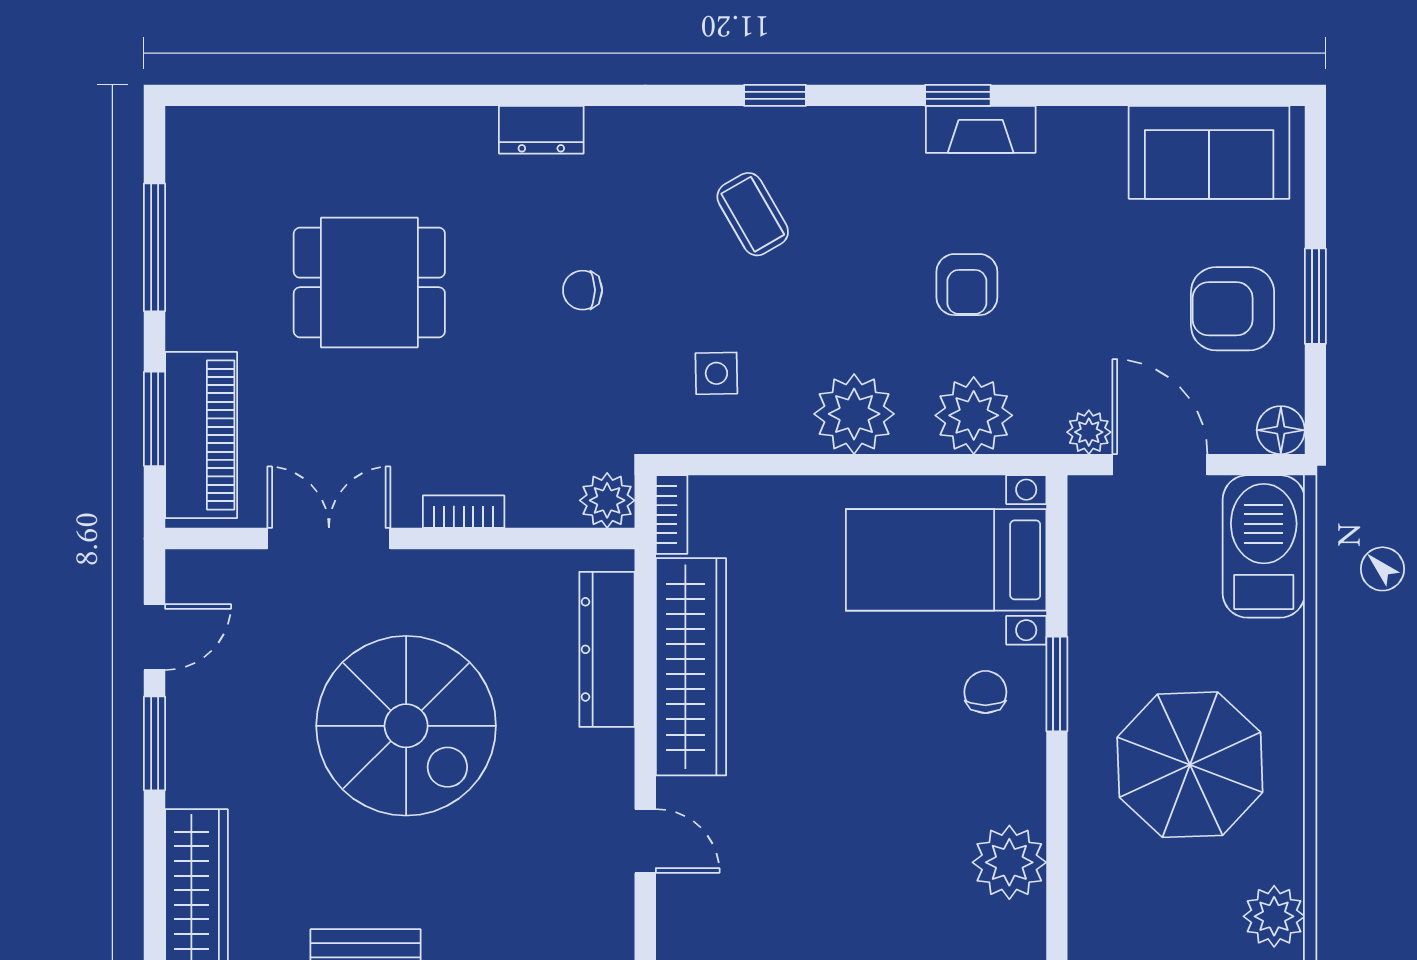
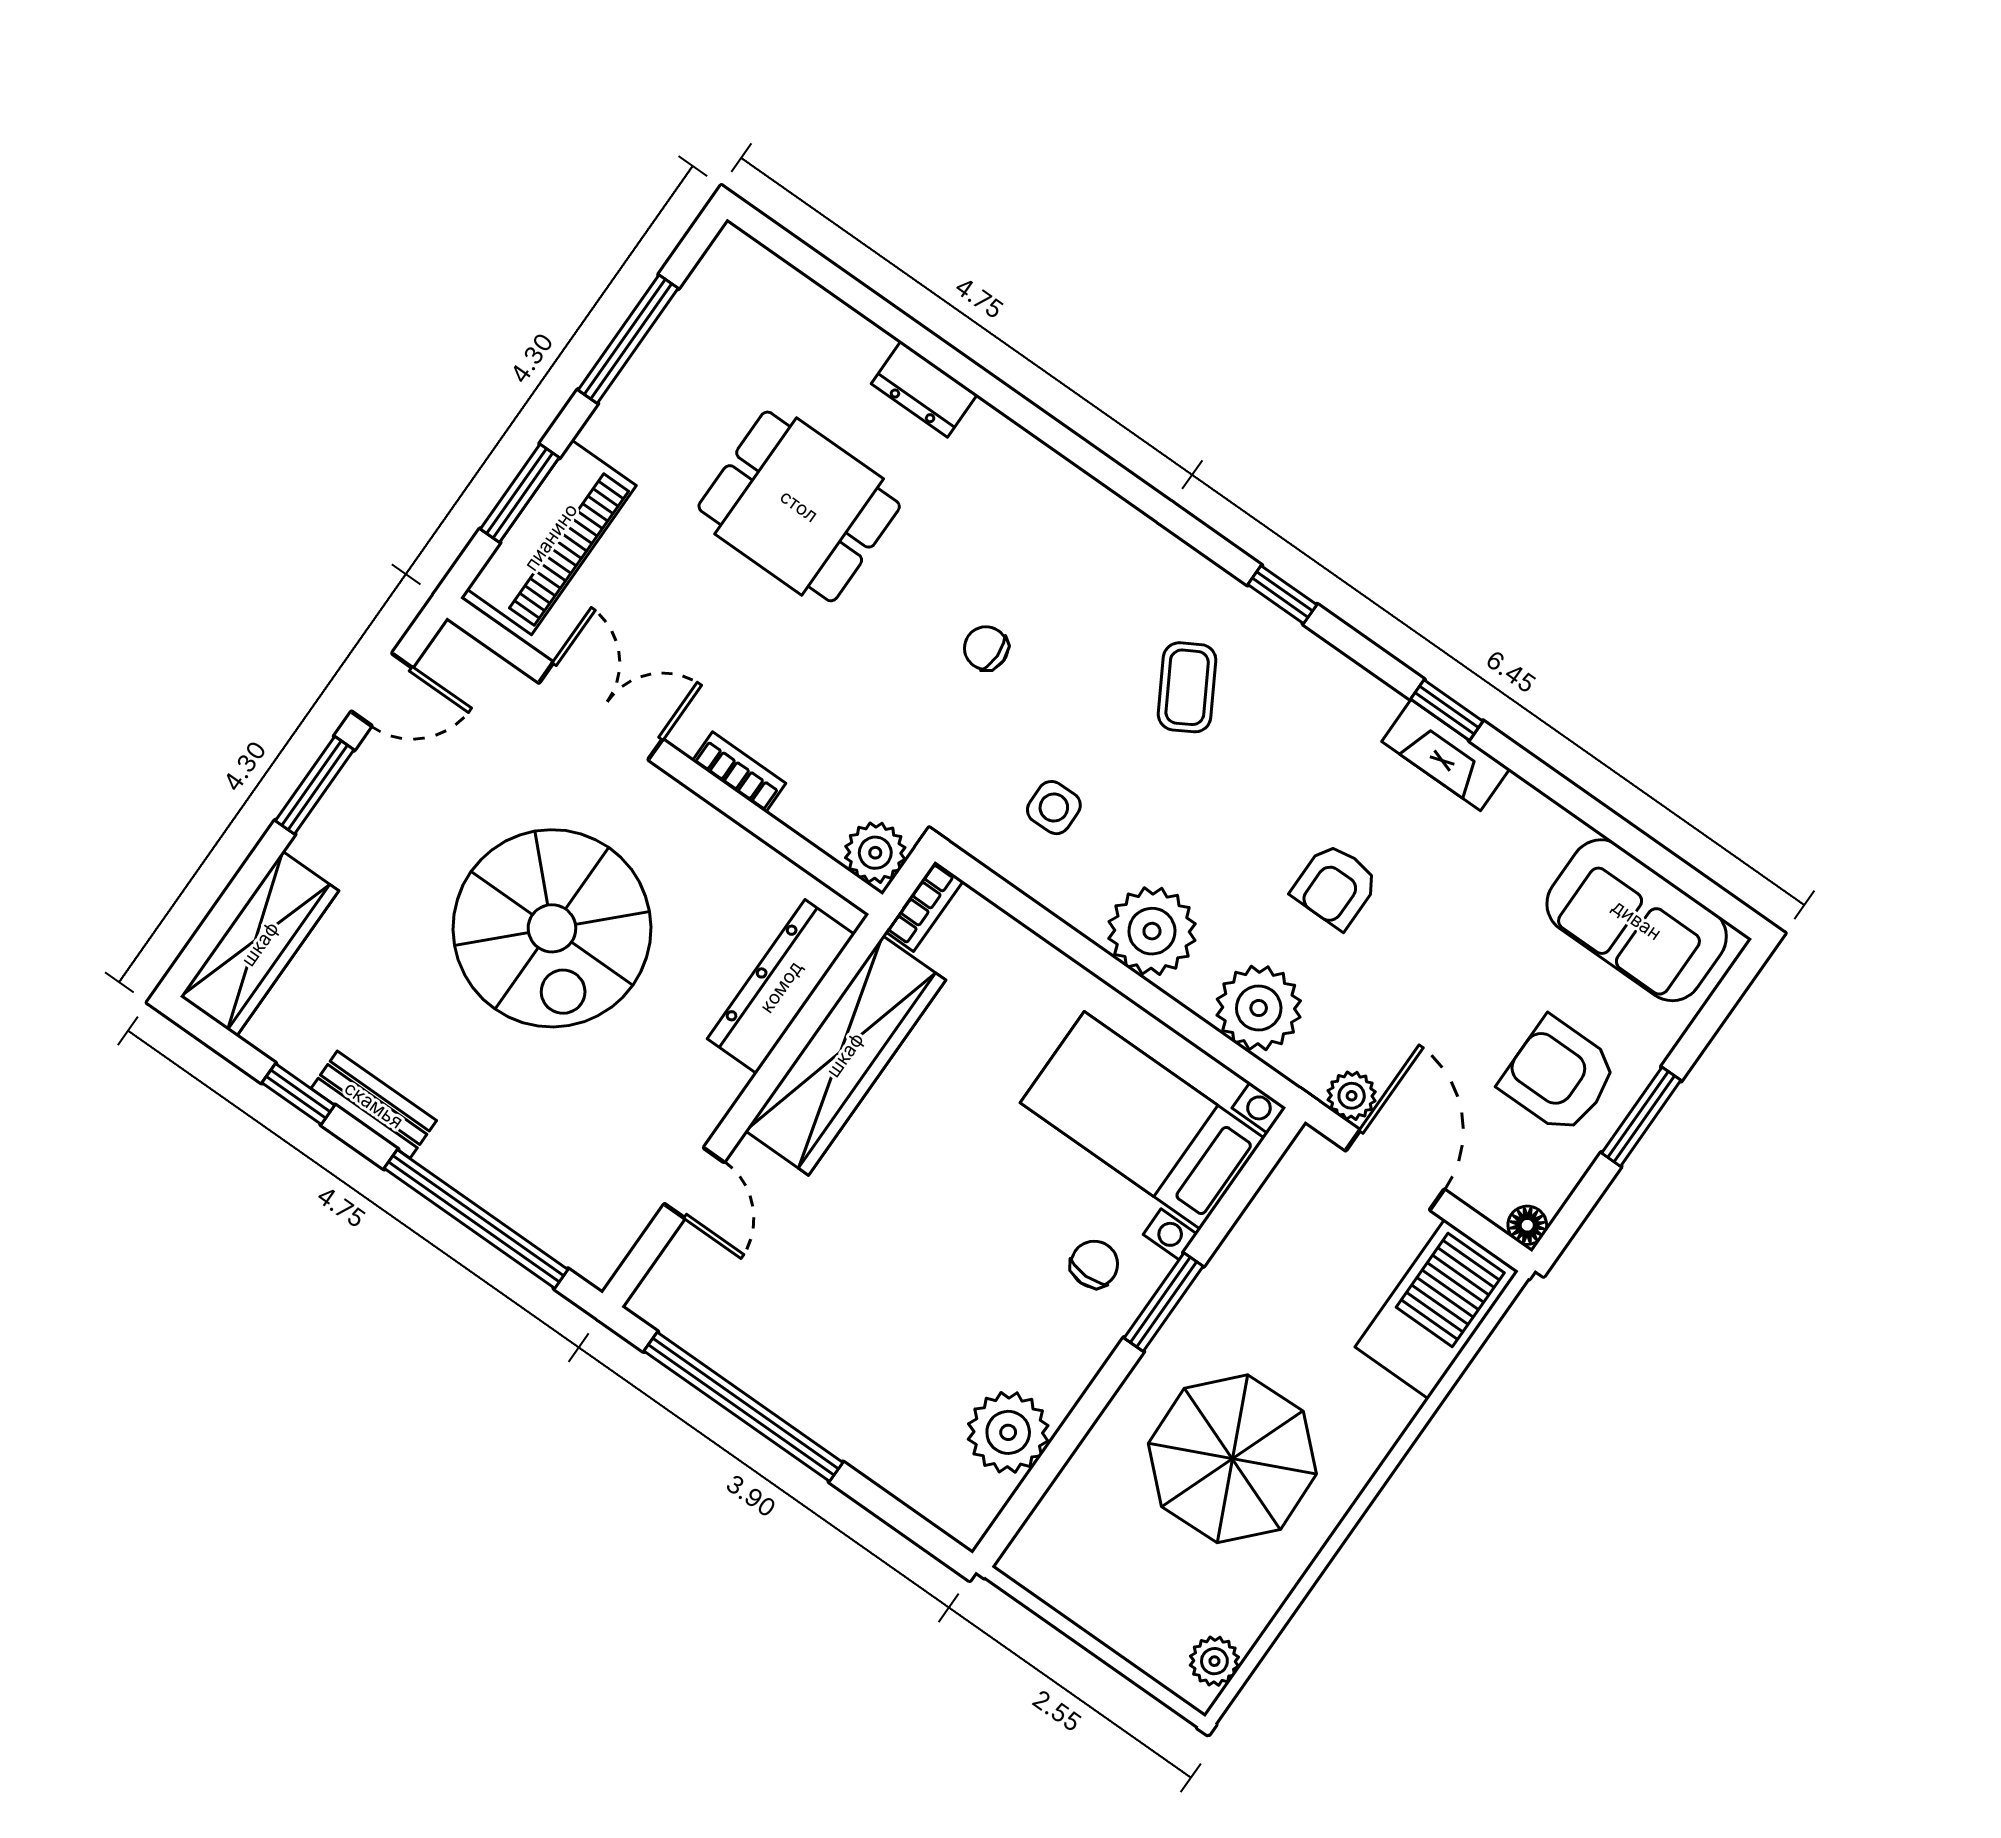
dresser: (541, 130) -> (924, 389), moved
floor lamp: (1281, 430) -> (1527, 1225), width x0.73, depth x0.73
plant: (1274, 916) -> (1214, 1661), width x0.73, depth x0.73

